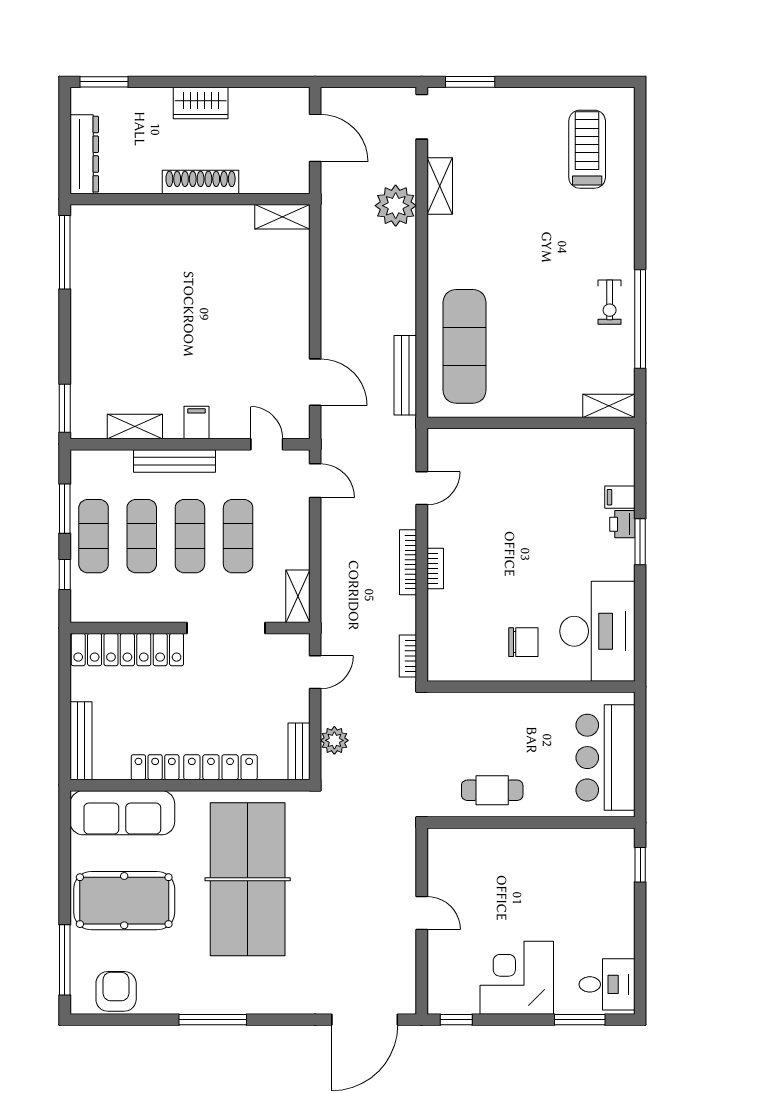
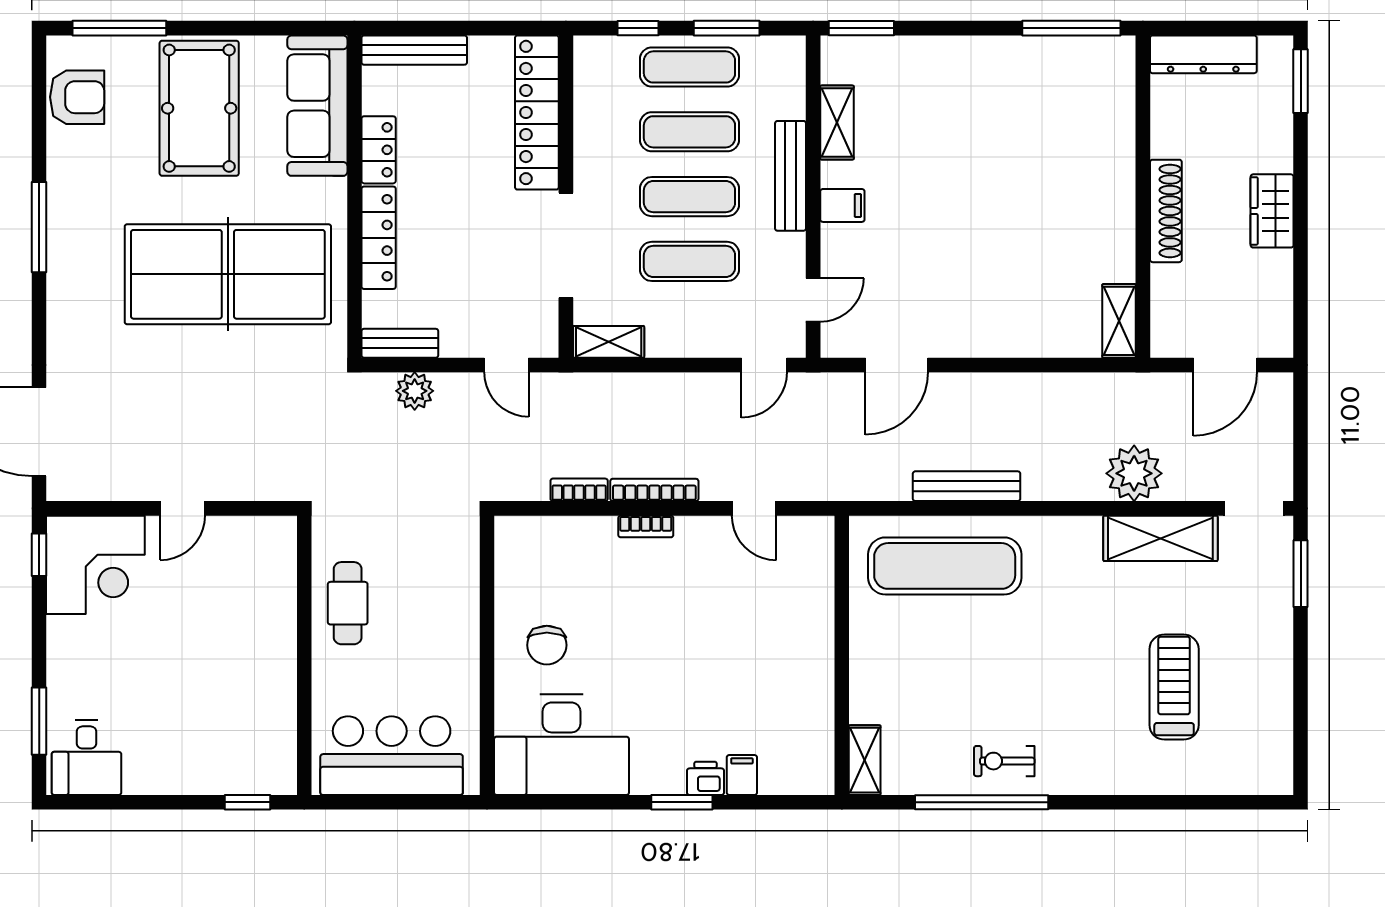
treadmill: (587, 149) -> (1174, 687), moved, turned -90
shelving: (440, 186) -> (1160, 538), width x1.50, depth x1.33
bench: (405, 375) -> (967, 486), moved
bookcase: (408, 656) -> (579, 490), moved
corner desk: (517, 978) -> (95, 565), moved, turned 90

